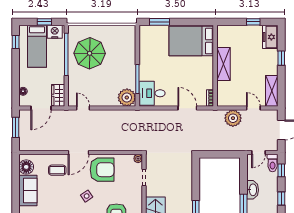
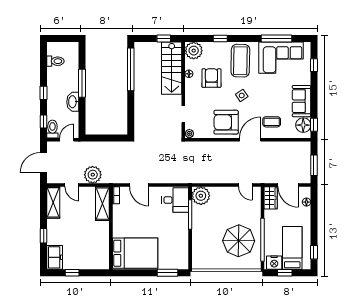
shelving: (223, 64) -> (102, 204), moved
door: (41, 108) -> (288, 185), swing flipped
window: (16, 167) -> (314, 125), added

